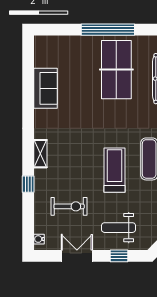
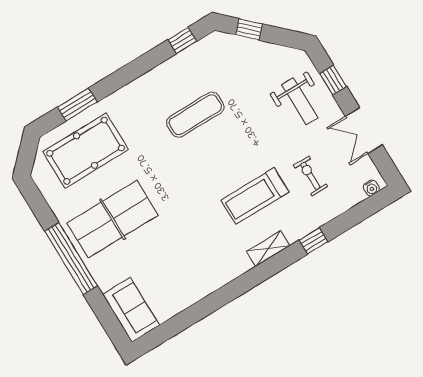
sofa: (46, 88) -> (131, 310), moved, turned 90
treadmill: (115, 170) -> (255, 196), moved
exercise bike: (69, 206) -> (310, 176), width x0.73, depth x0.72

